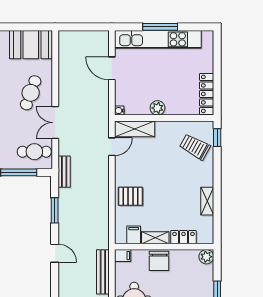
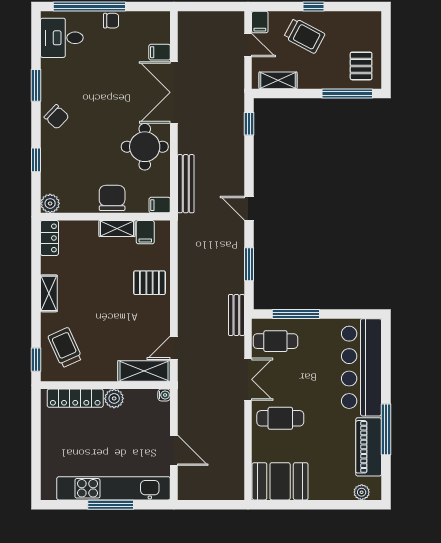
cafe table: (31, 93) -> (280, 418), turned 70
locker: (207, 94) -> (75, 398), moved, turned 90
trolley: (195, 147) -> (65, 348), turned -143
shelving: (207, 201) -> (49, 293), moved
locker: (184, 237) -> (49, 238), moved, turned -90

